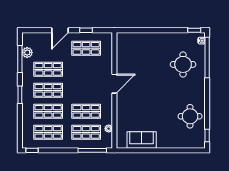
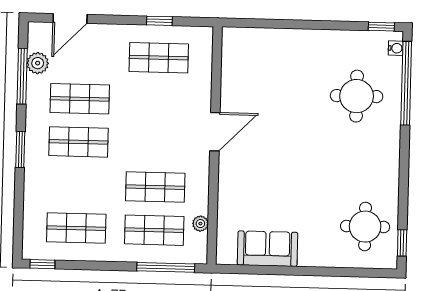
door: (60, 30) -> (70, 18), moved
shop shelf: (48, 111) -> (77, 185), removed
round table: (190, 116) -> (365, 227), moved

